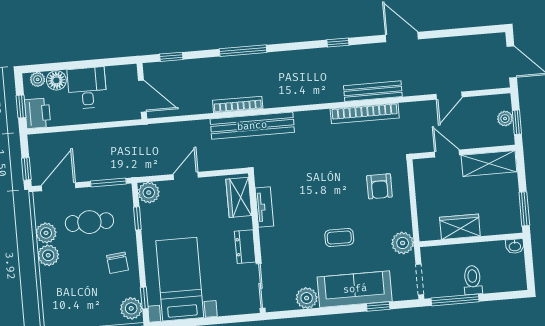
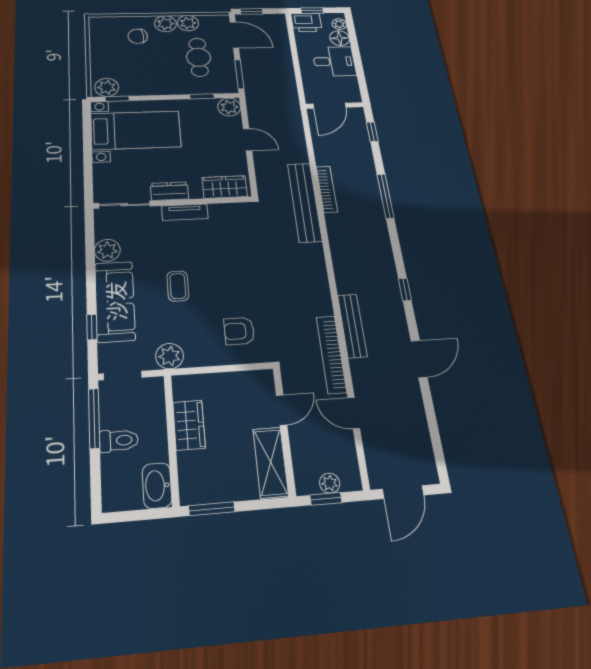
bookcase: (365, 113) -> (331, 354), moved
tv unit: (264, 207) -> (185, 212), moved
washbasin: (515, 246) -> (157, 486), width x1.91, depth x1.45
chair: (117, 263) -> (138, 36), moved

